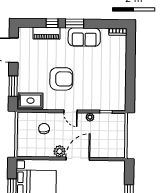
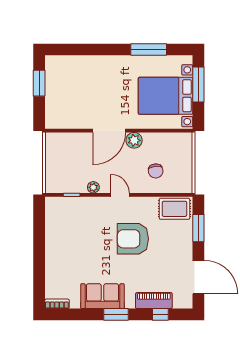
window: (52, 23) -> (160, 314), moved

